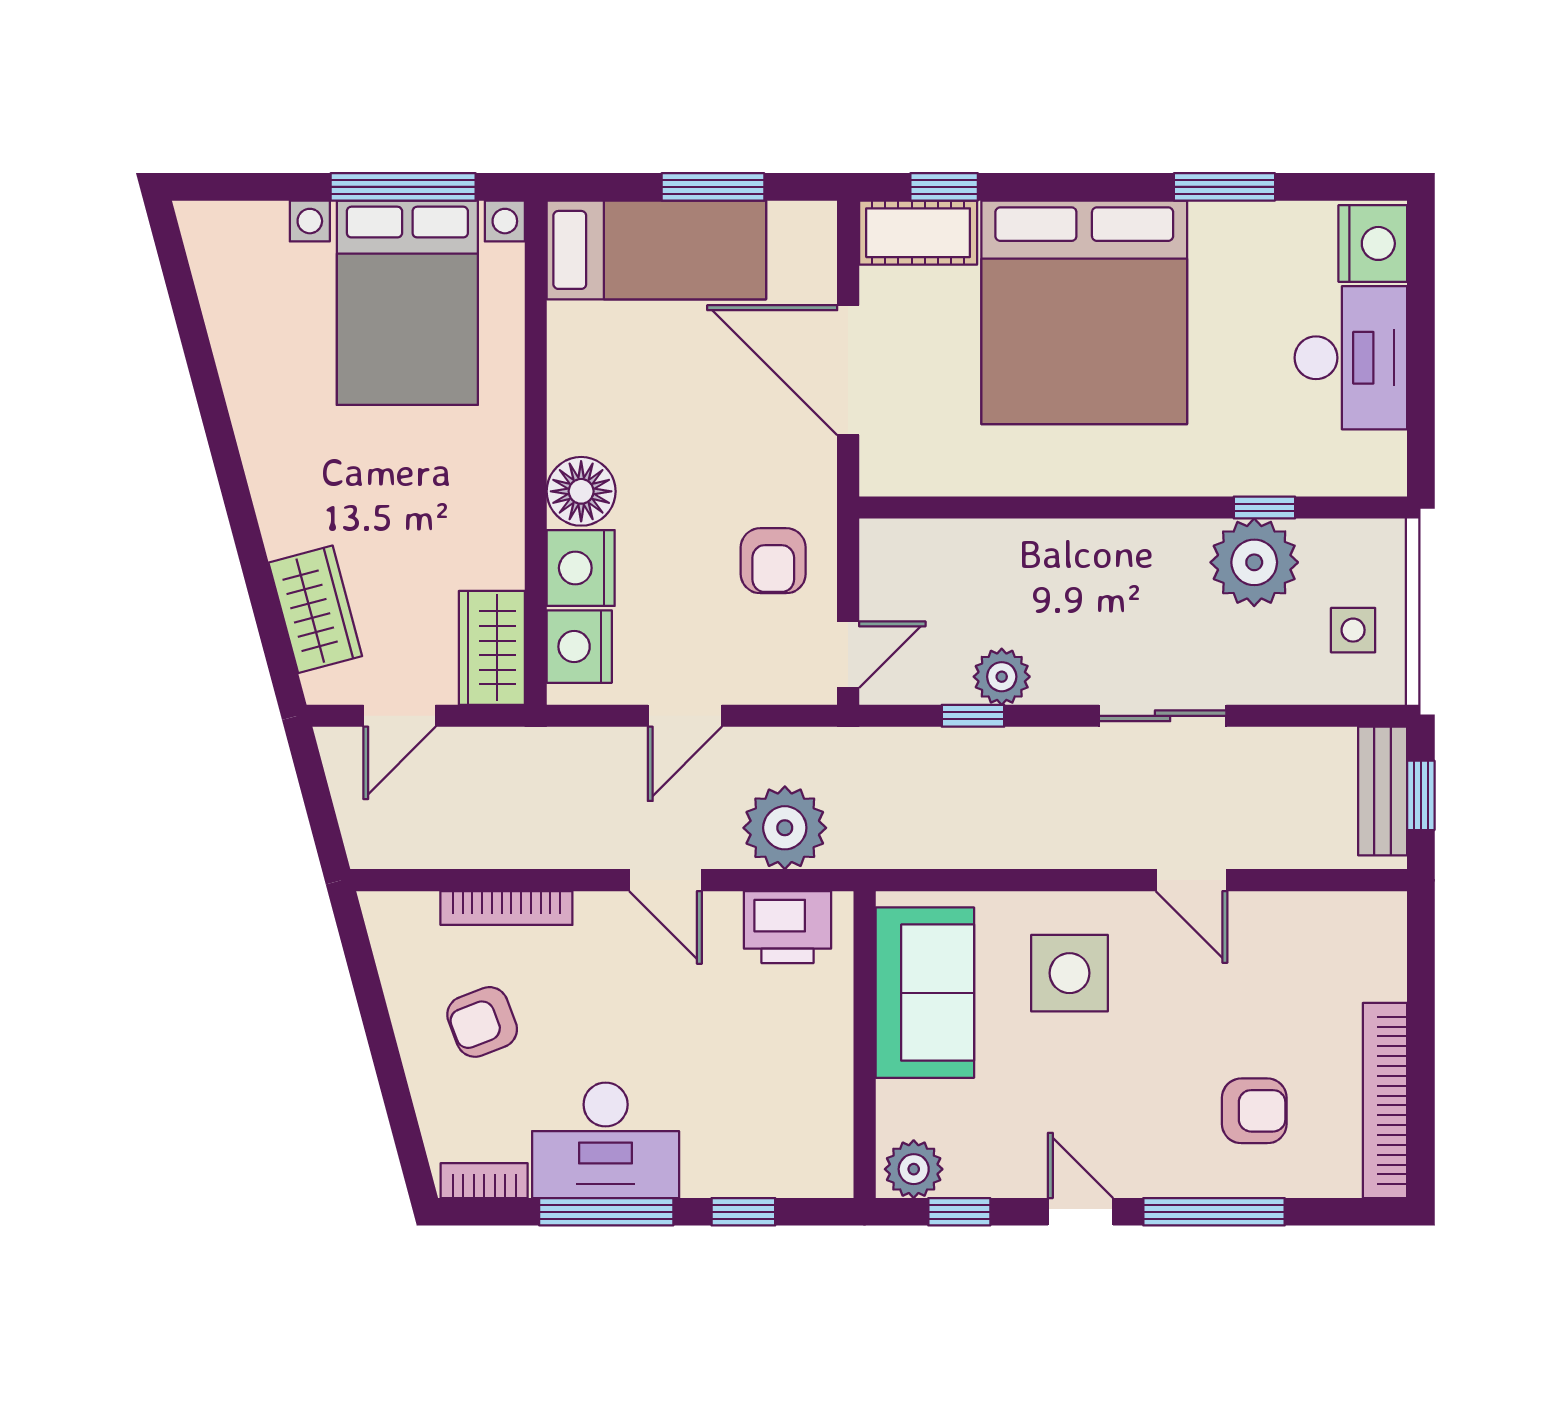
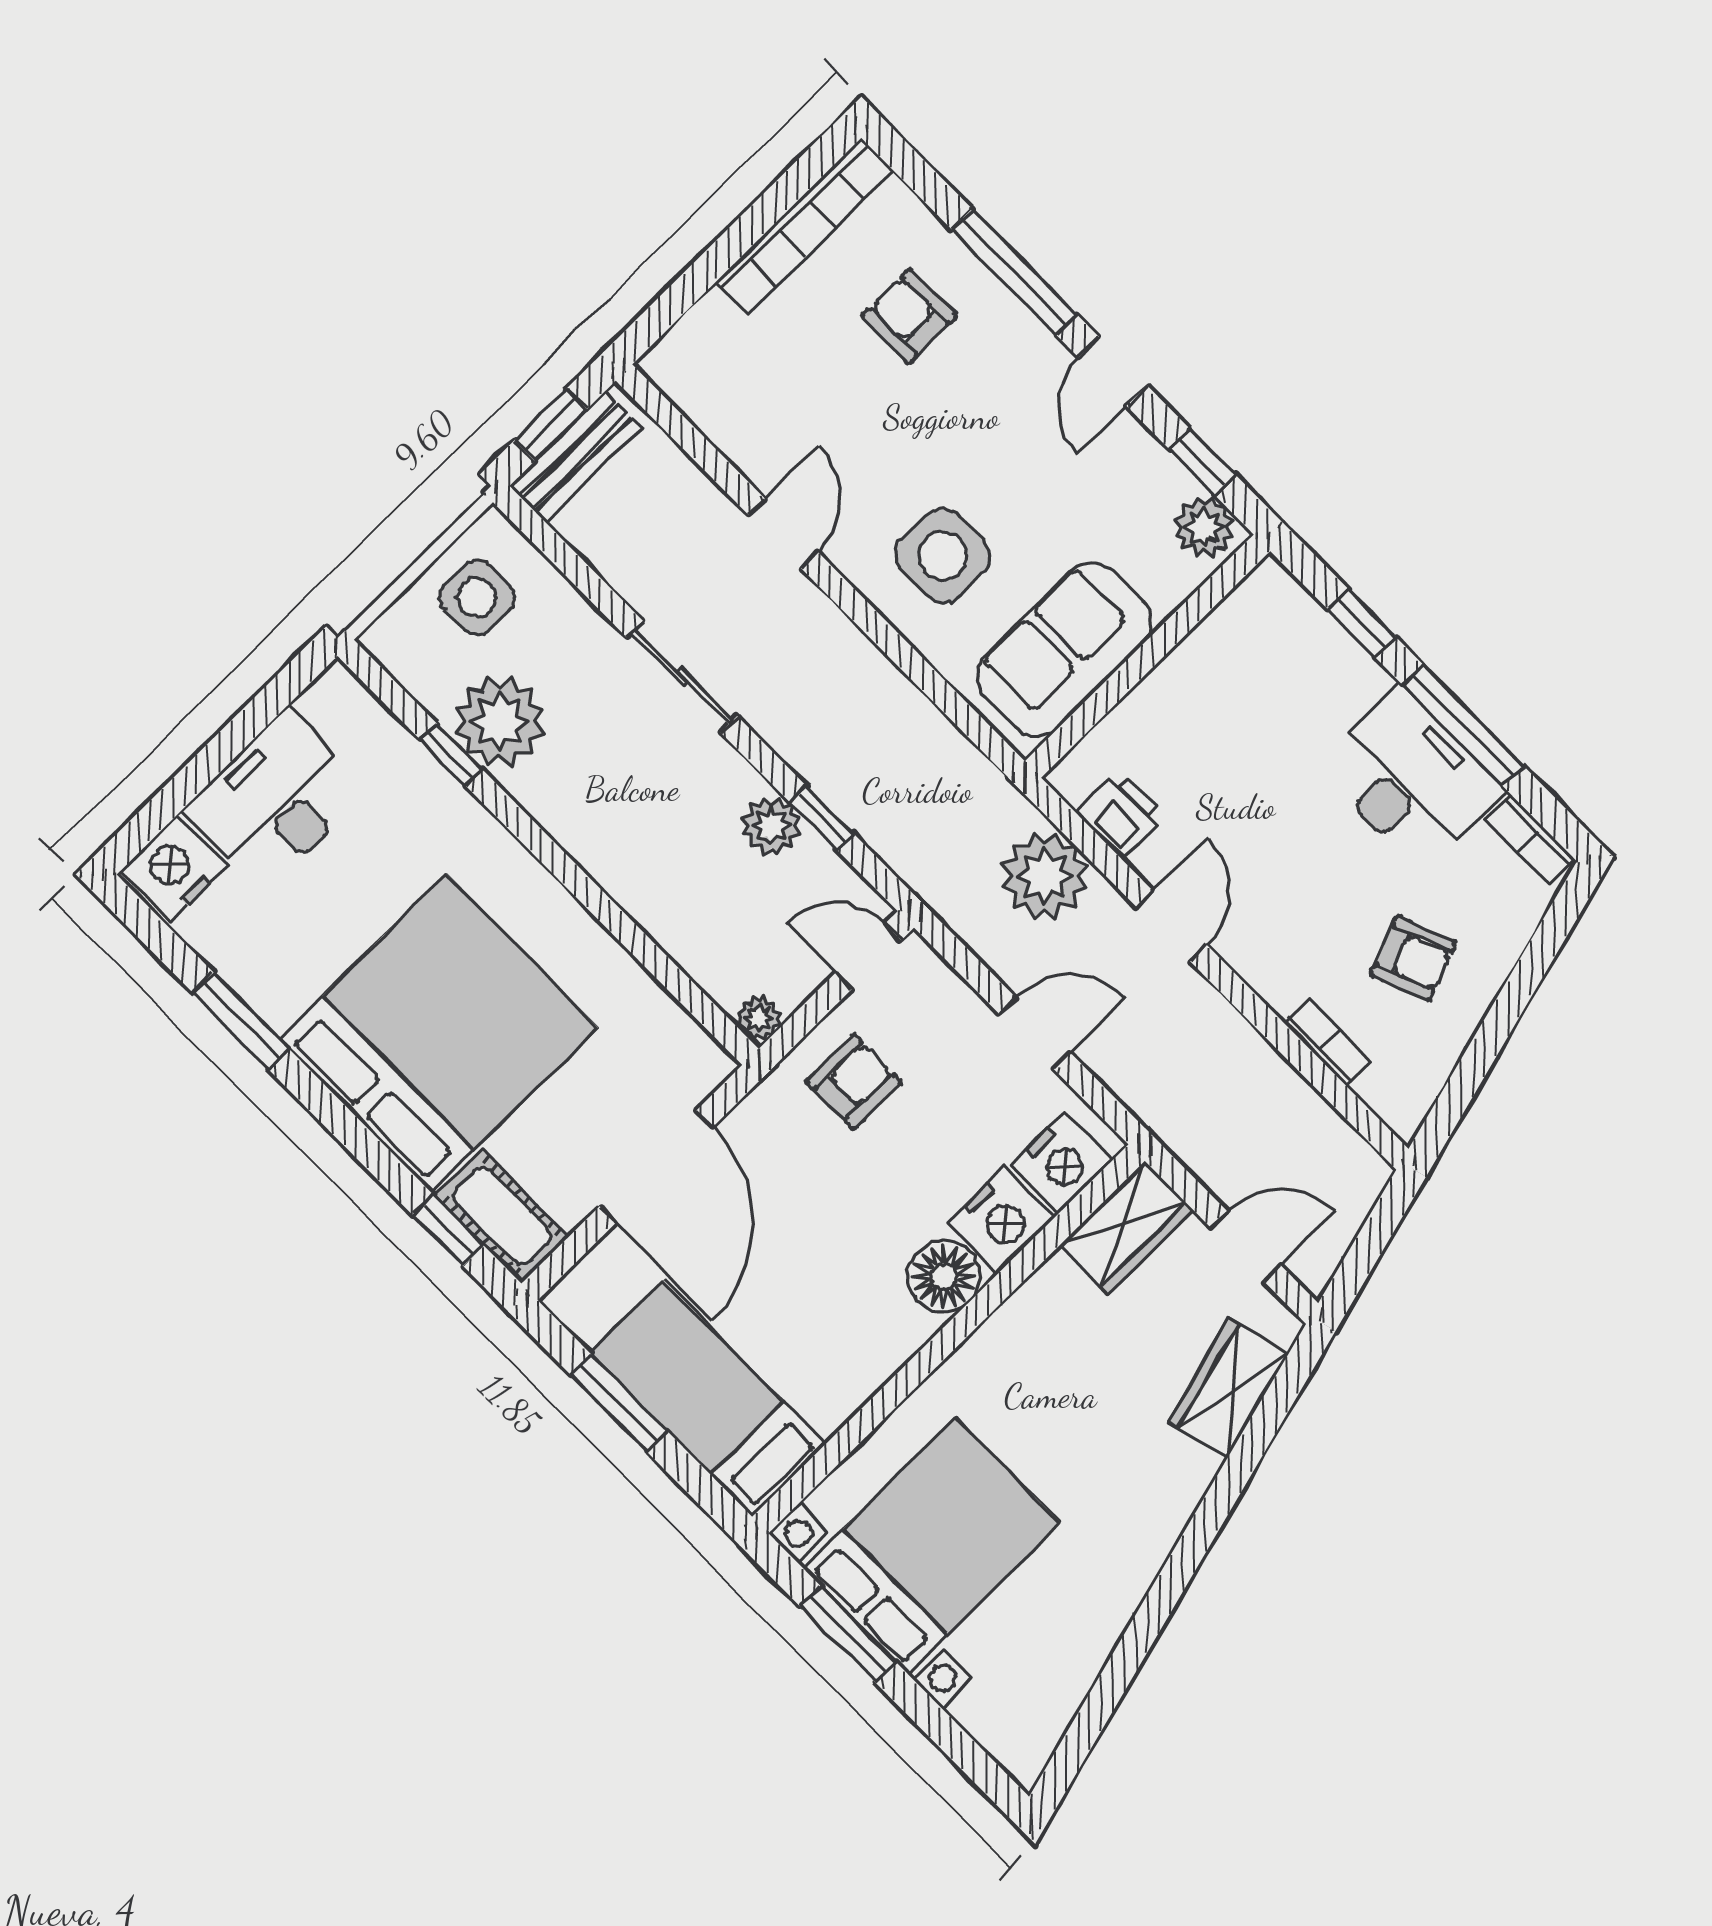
window: (403, 187) -> (848, 1634), width x0.69
plant: (880, 539) -> (759, 1019), added
side table: (1353, 630) -> (477, 598), width x1.37, depth x1.37
bookcase: (506, 908) -> (1328, 1042), width x0.64
printer: (788, 927) -> (1120, 814), width x0.73, depth x0.81

